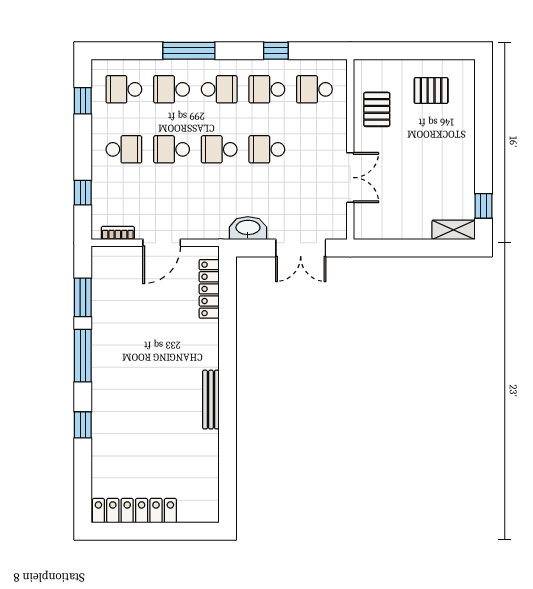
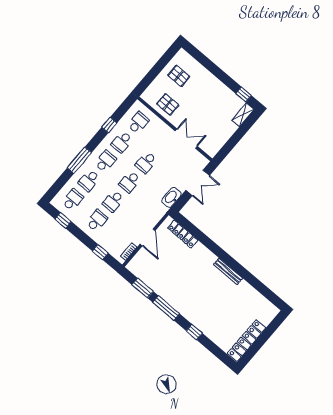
school desk: (124, 89) -> (73, 200), turned 180
school desk: (314, 89) -> (138, 123), turned 180
pallet: (431, 90) -> (179, 76), turned 90

